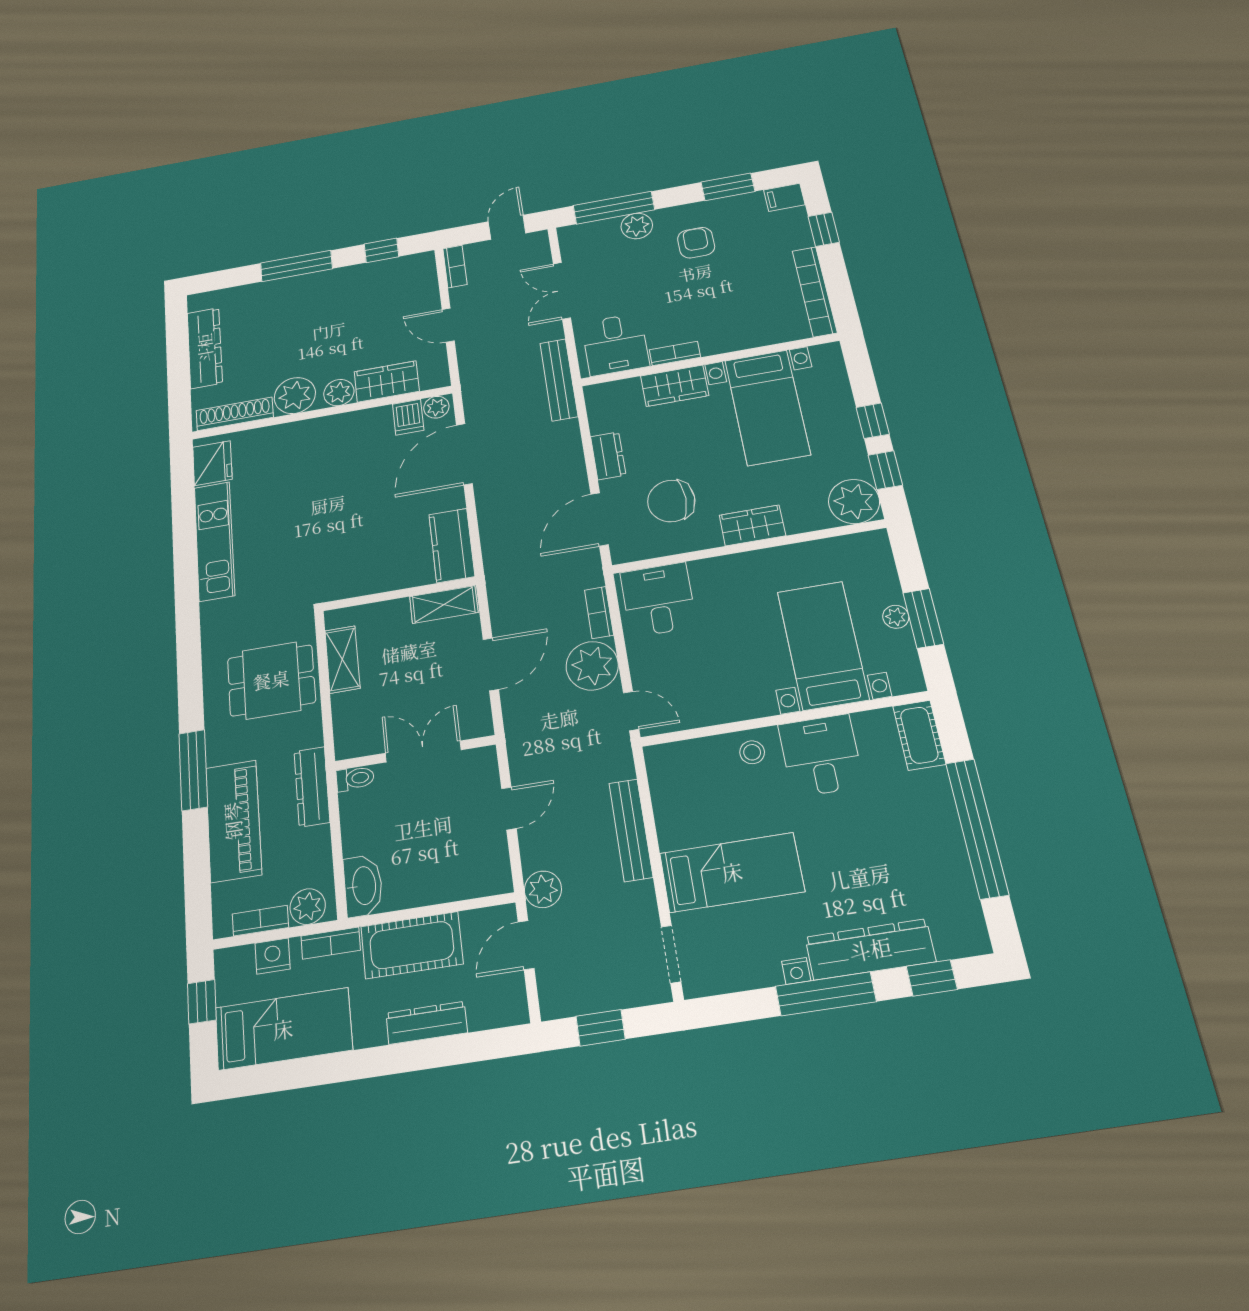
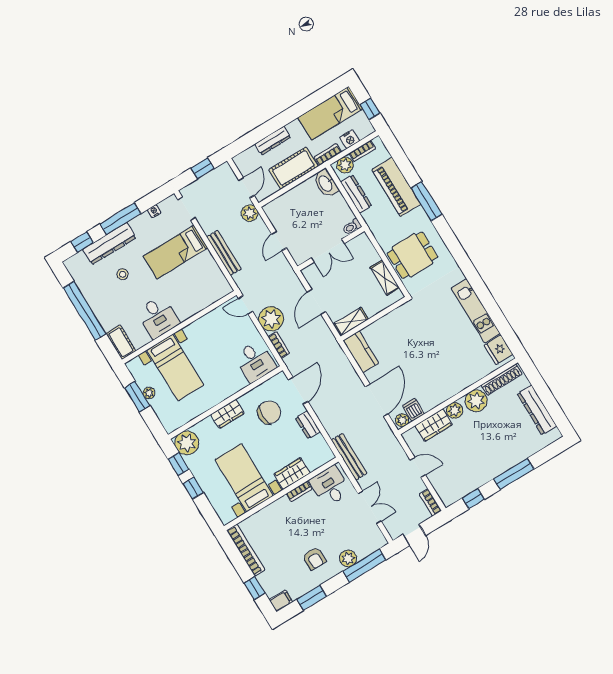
stool: (752, 752) -> (123, 274), moved
dresser: (312, 787) -> (356, 194), moved
nightstand: (796, 971) -> (154, 211), moved

